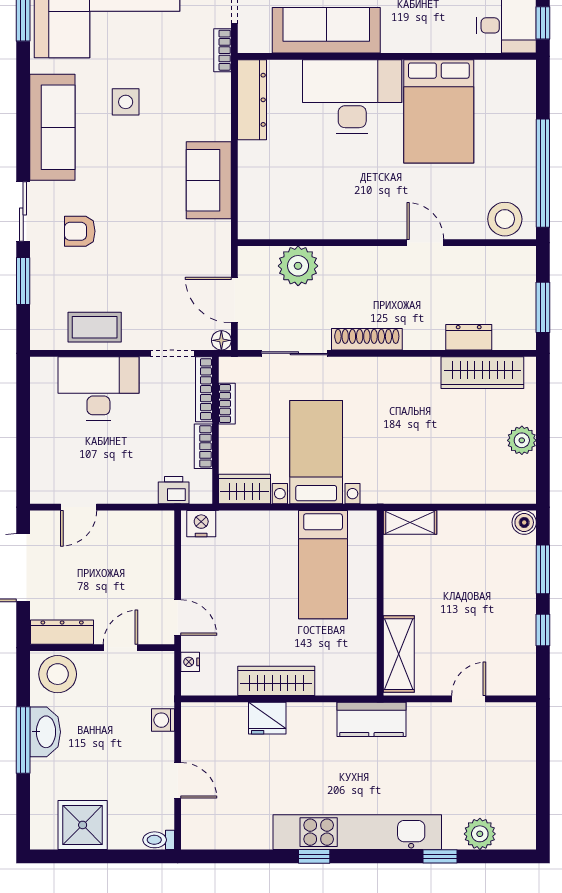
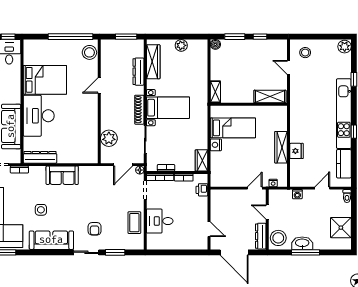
sofa: (209, 180) -> (62, 175), moved
dresser: (469, 337) -> (138, 72), width x1.44
desk: (98, 388) -> (160, 221), width x0.73
bed with nightstands: (316, 452) -> (168, 108), moved, turned 180
nightstand: (201, 524) -> (216, 145), moved
kitchen counter: (371, 719) -> (344, 164), moved, turned 180
stool: (505, 739) -> (305, 53), added
plant: (480, 834) -> (345, 47), moved

